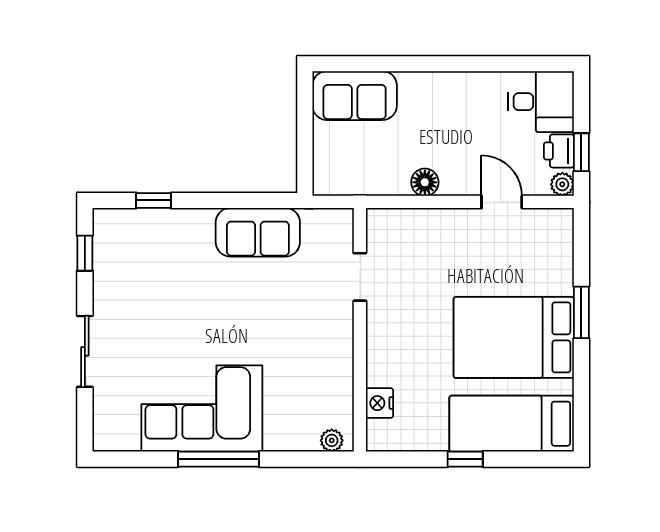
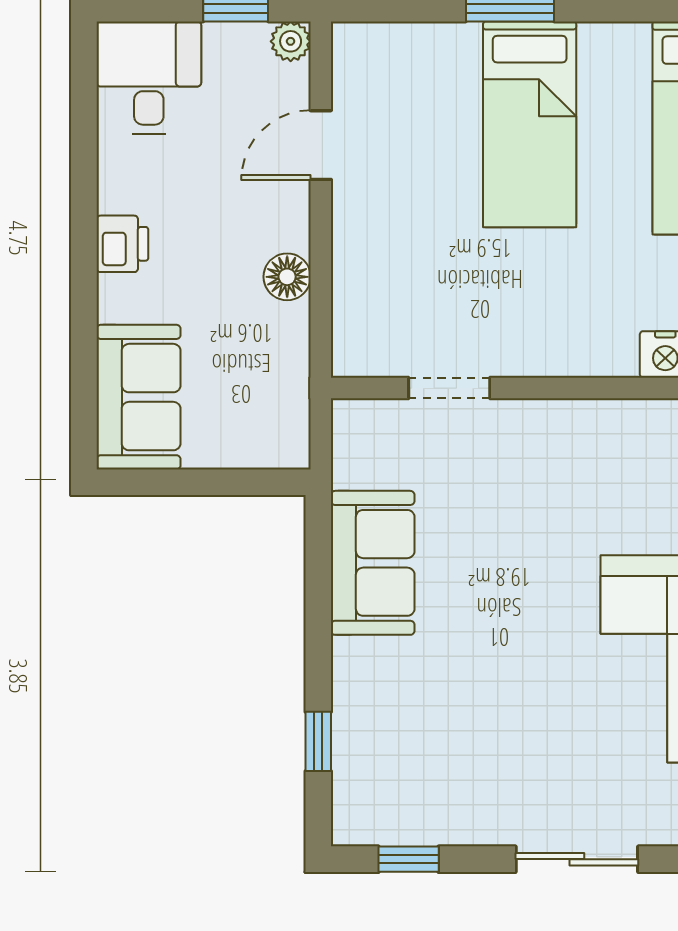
printer: (559, 151) -> (122, 244), moved, turned -90
bed: (514, 337) -> (530, 124), width x0.67

